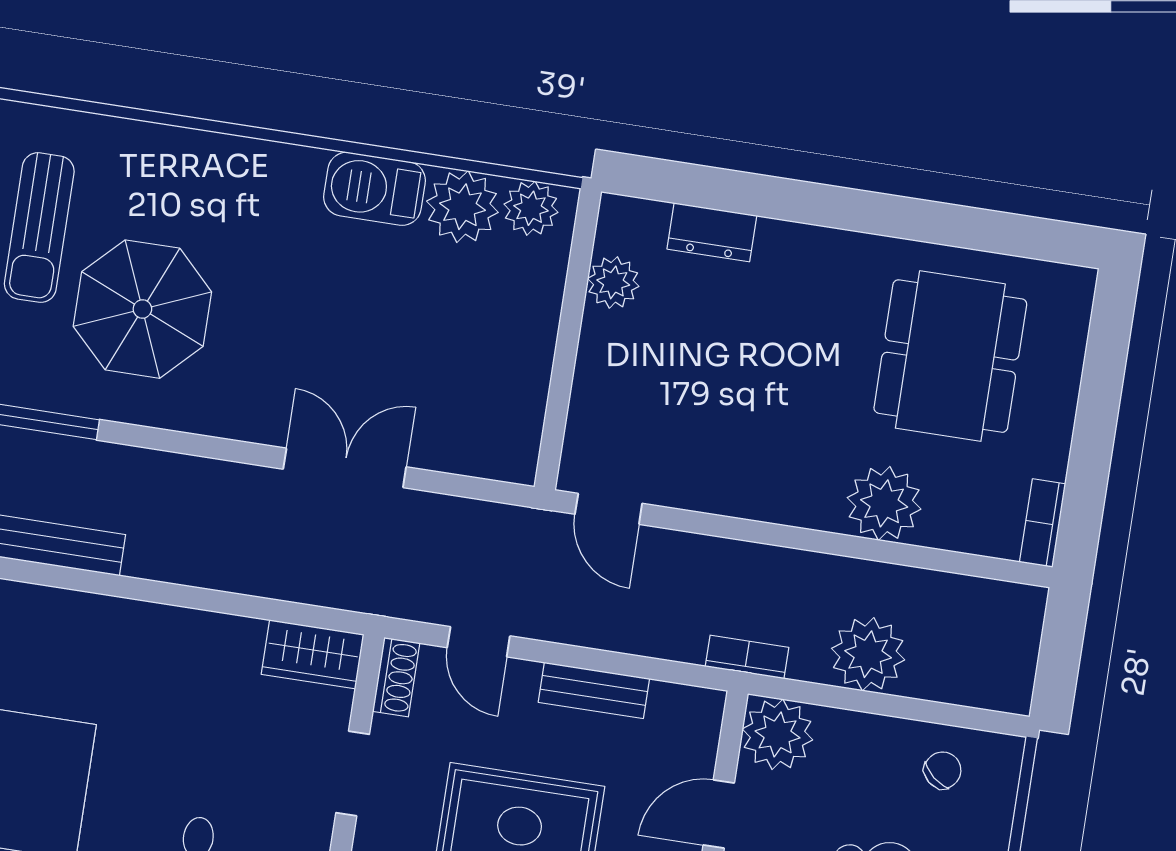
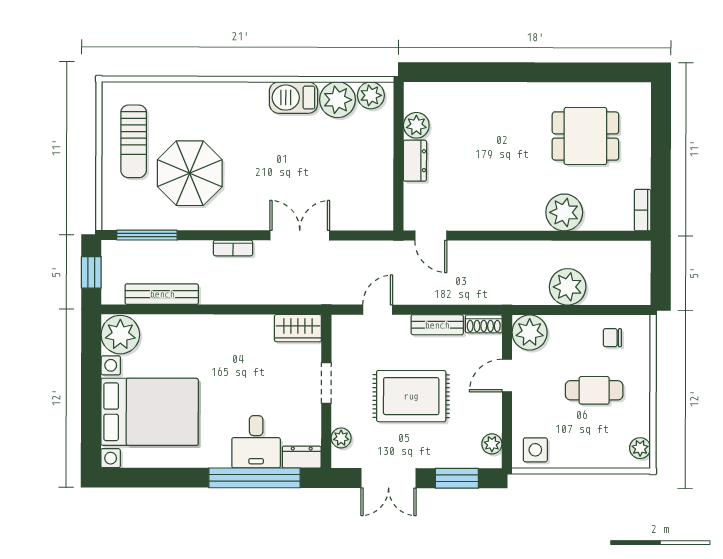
dresser: (712, 232) -> (415, 161), moved, turned -90
dining table: (950, 356) -> (585, 136), width x0.73
door: (479, 642) -> (378, 310), swing flipped
bookcase: (747, 657) -> (233, 248), moved, turned 180
shoe rack: (396, 677) -> (484, 324), moved, turned 90
chair: (943, 770) -> (612, 338), turned -130

